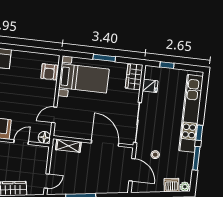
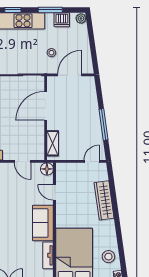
window: (199, 133) -> (13, 10), moved
door: (47, 181) -> (92, 161), hinge flipped
dishwasher: (171, 185) -> (62, 20), moved, turned -82

